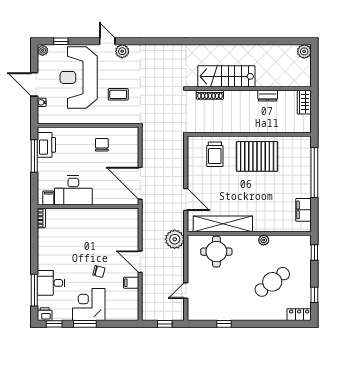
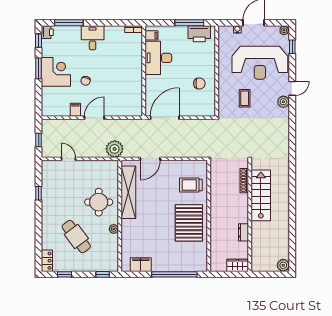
reception desk: (79, 77) -> (260, 63), turned 180
round table: (216, 252) -> (99, 202), moved
desk: (51, 283) -> (93, 38), moved

